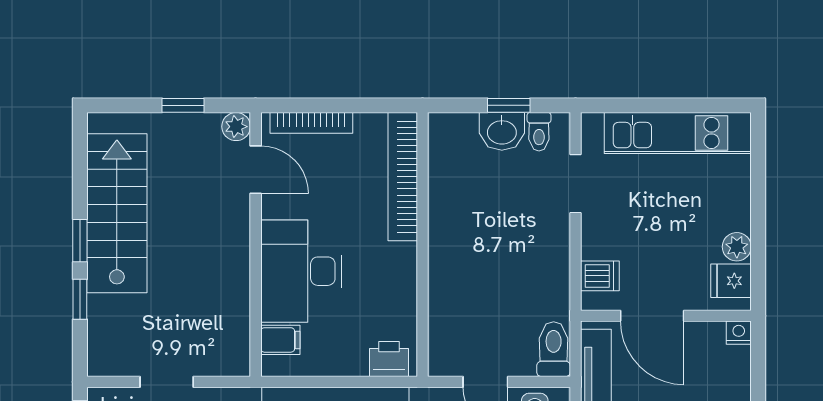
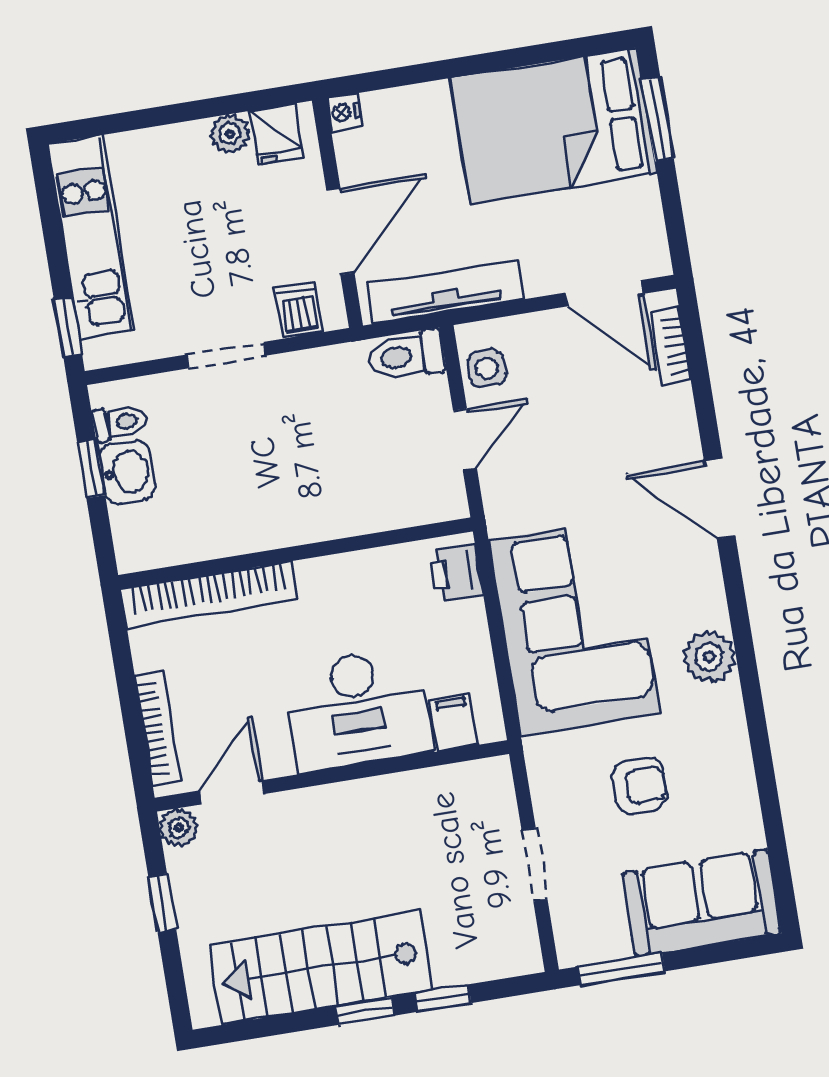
window: (615, 105) -> (68, 327), added
doorway: (575, 184) -> (226, 355), moved

